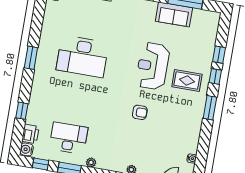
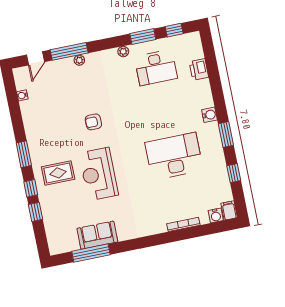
reception desk: (153, 66) -> (99, 174), turned 180
window: (22, 111) -> (234, 173), moved
printer: (30, 134) -> (199, 69), moved
water cooler: (27, 149) -> (209, 115), moved

